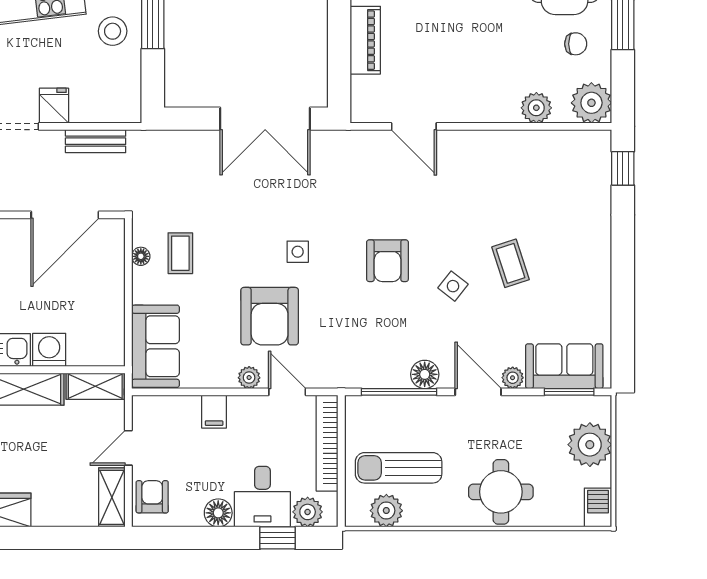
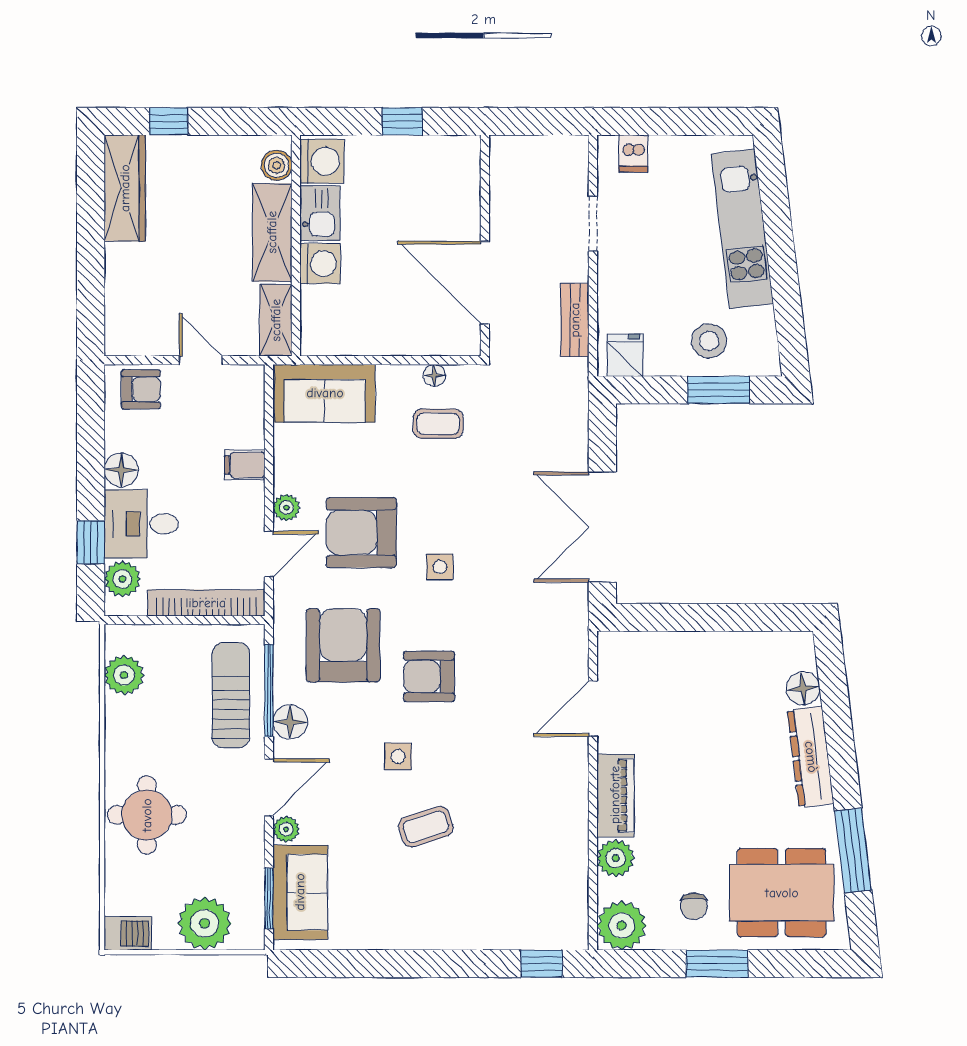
piano: (365, 40) -> (615, 795), moved, turned -90
fridge: (54, 106) -> (625, 355), moved, turned -90
side table: (453, 286) -> (398, 756), turned -38
armchair: (362, 331) -> (343, 645), added
sun lounger: (399, 468) -> (231, 695), moved
shelving: (112, 497) -> (140, 340), removed

